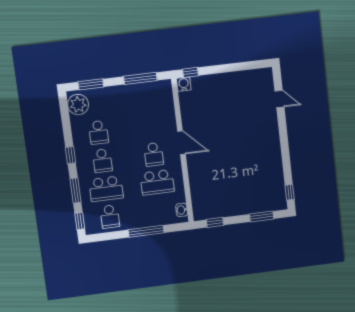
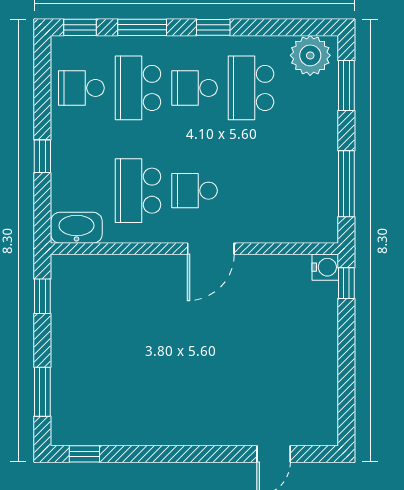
school desk: (99, 132) -> (251, 88), width x1.85
washbasin: (182, 210) -> (76, 228), width x1.91, depth x1.45
window: (146, 231) -> (42, 156), width x0.46

